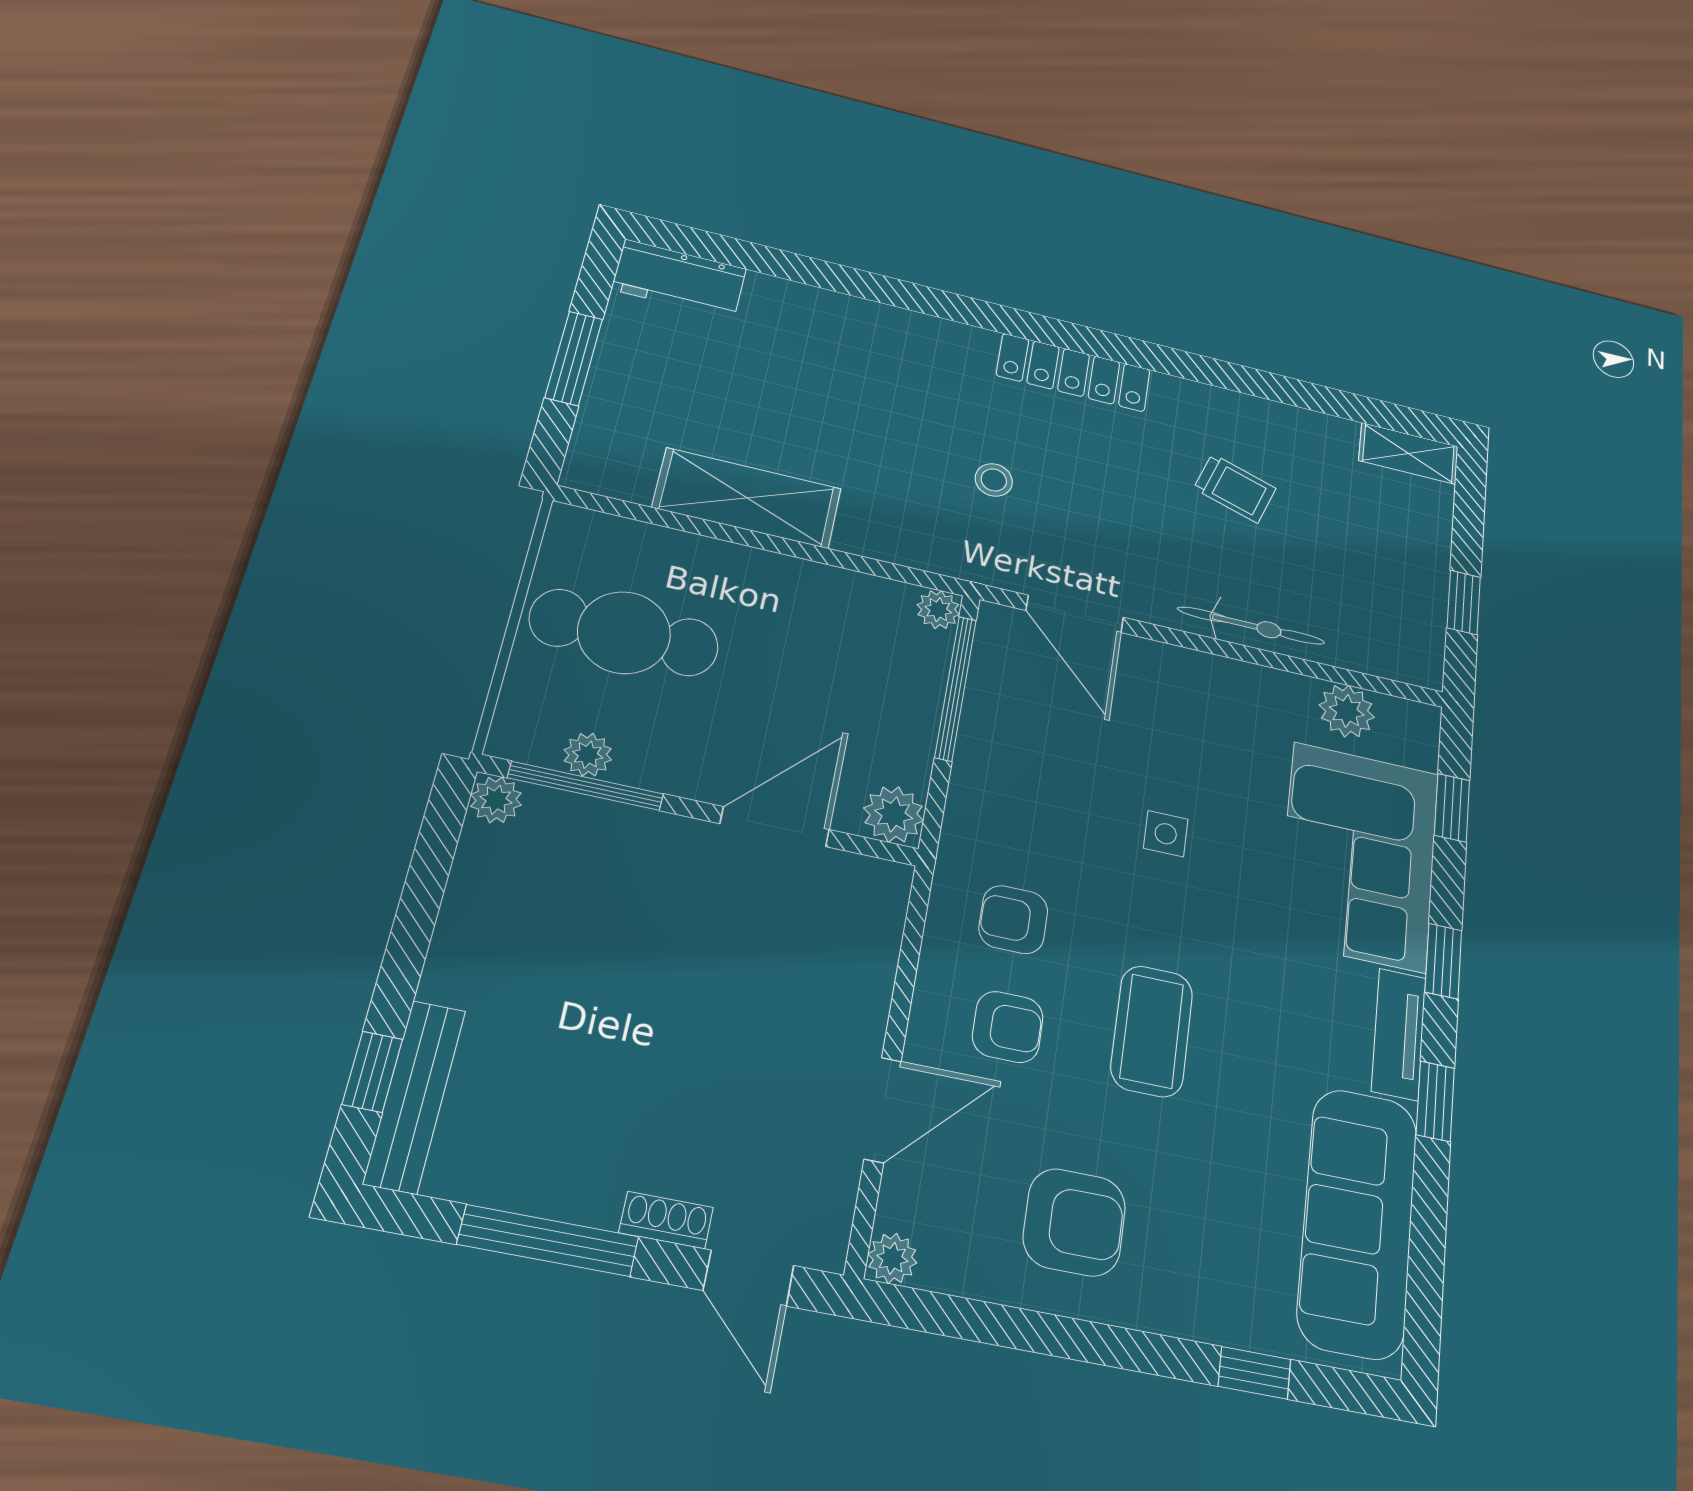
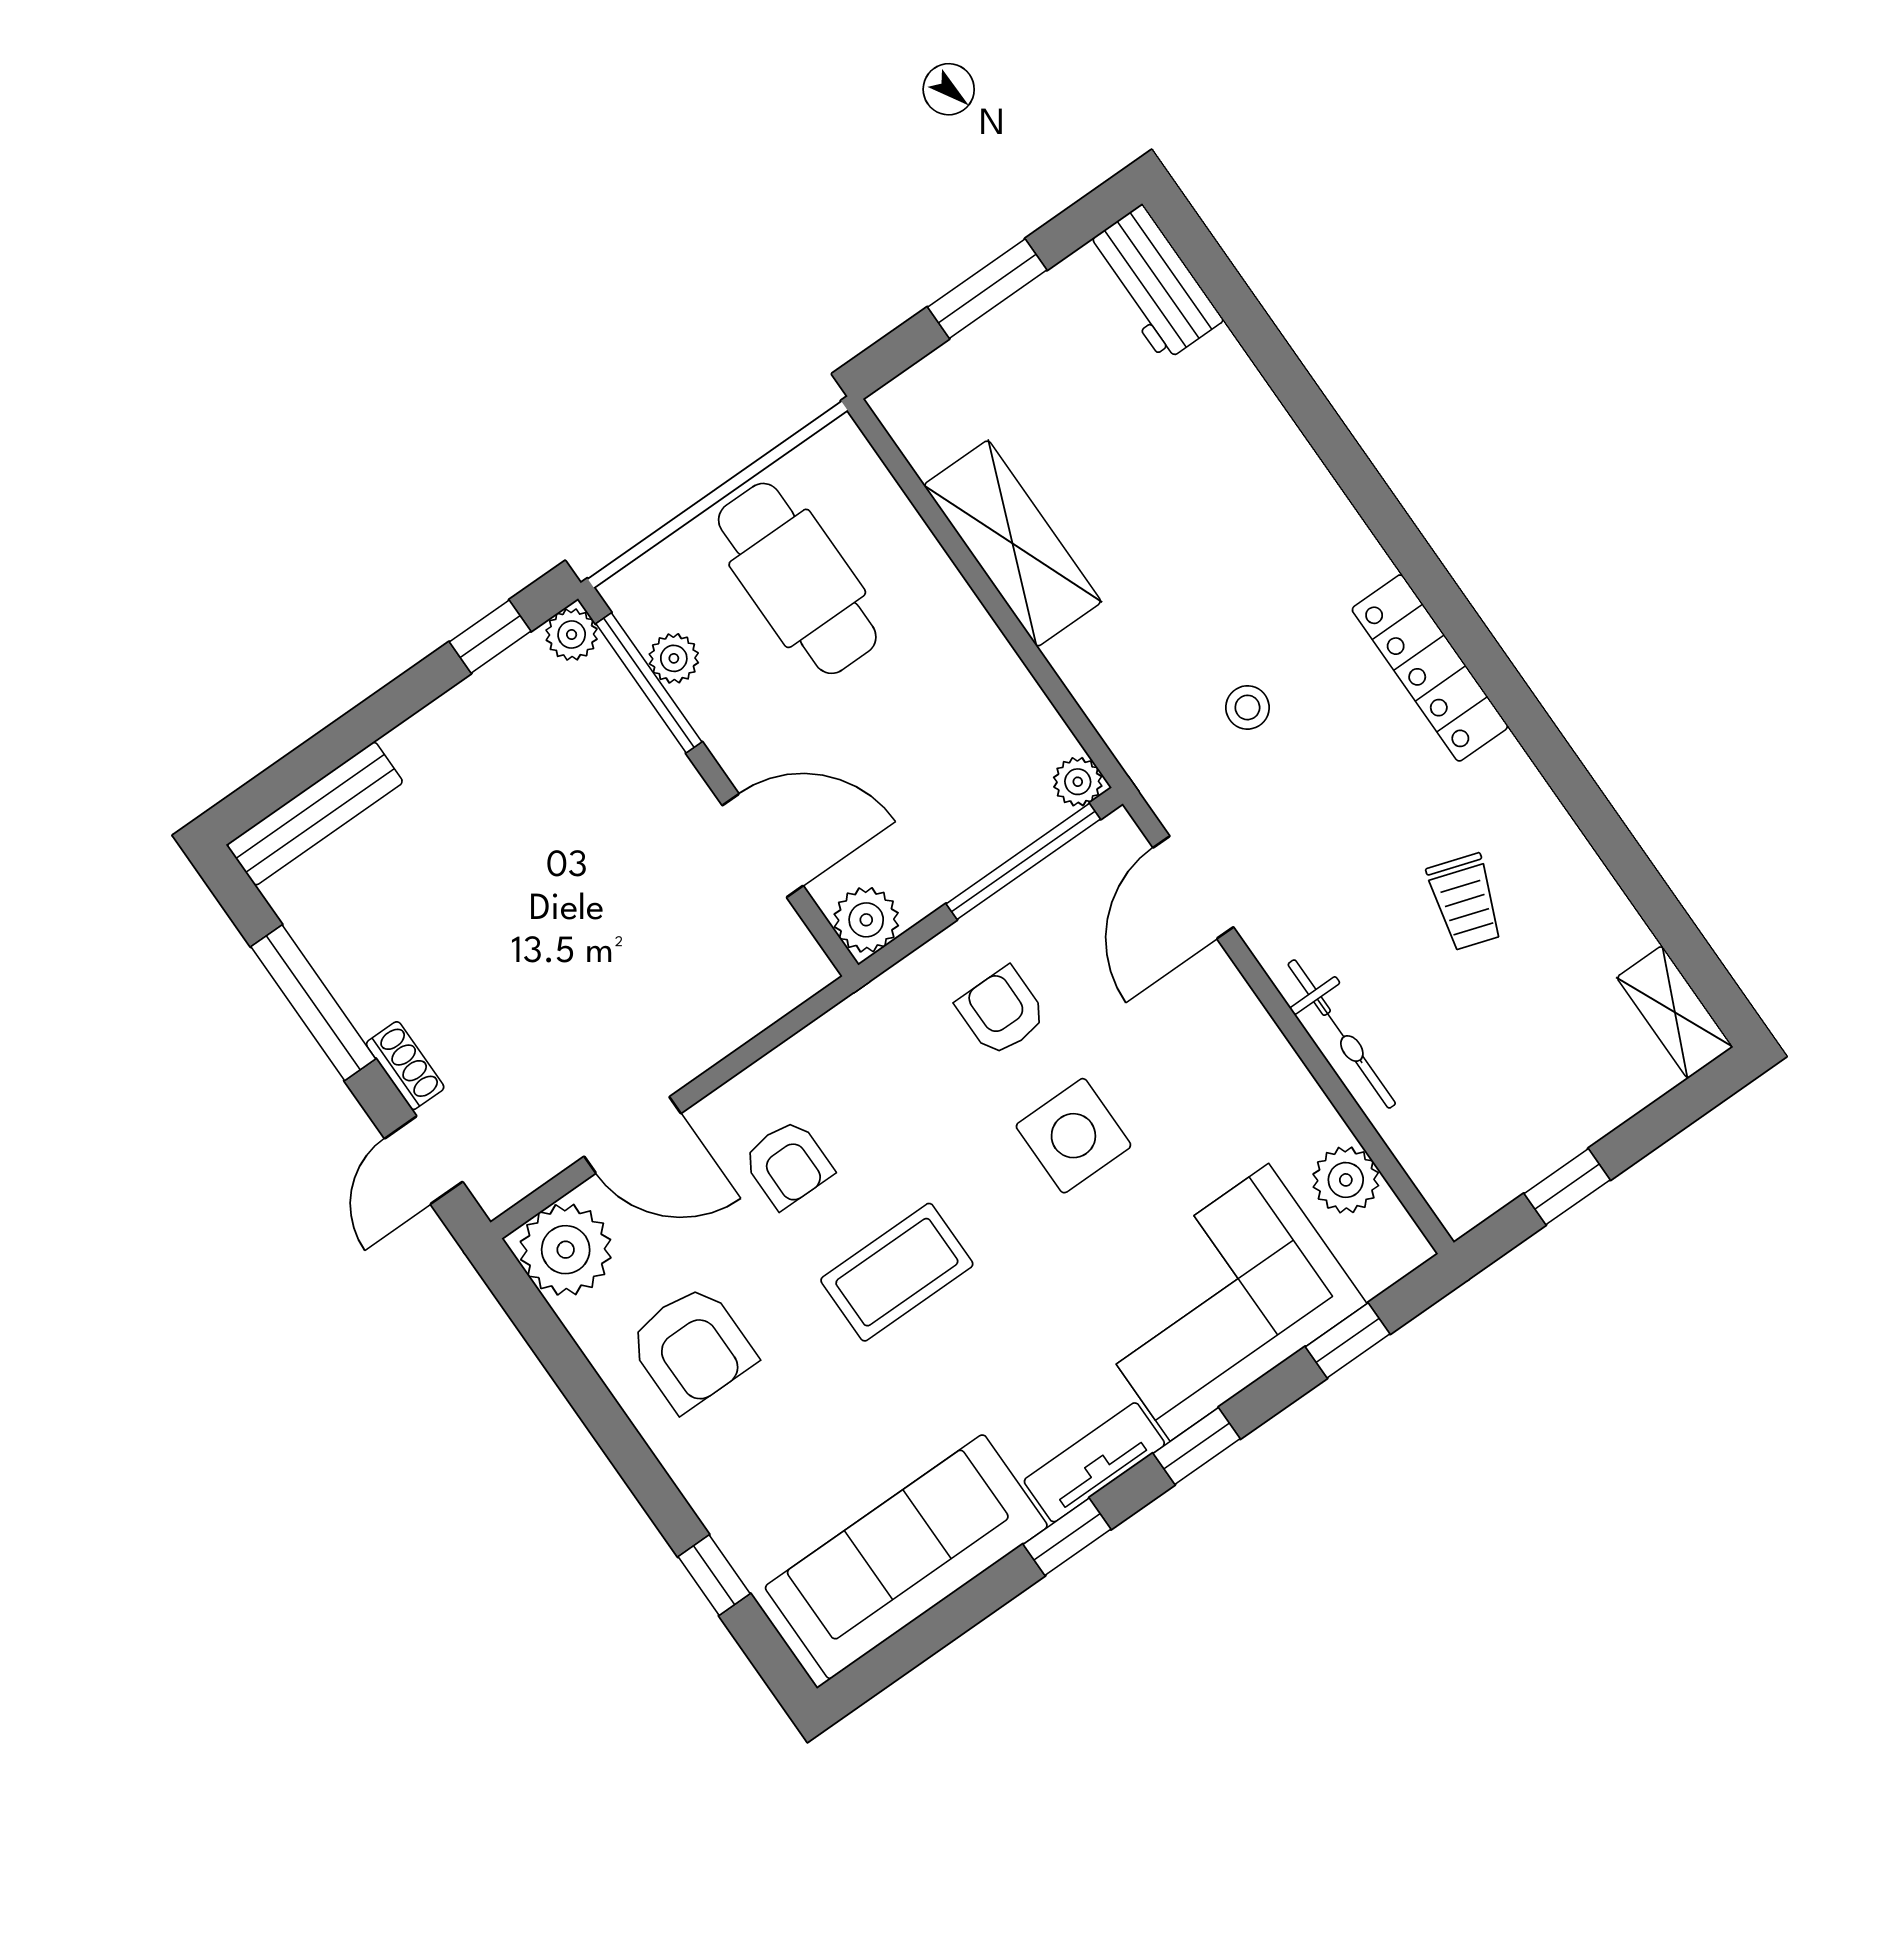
side table: (1166, 834) -> (1073, 1136), width x1.87, depth x1.87
armchair: (1013, 920) -> (1001, 1012), moved
window: (372, 1072) -> (490, 637), moved
plant: (892, 1258) -> (566, 1250), width x1.87, depth x1.87

